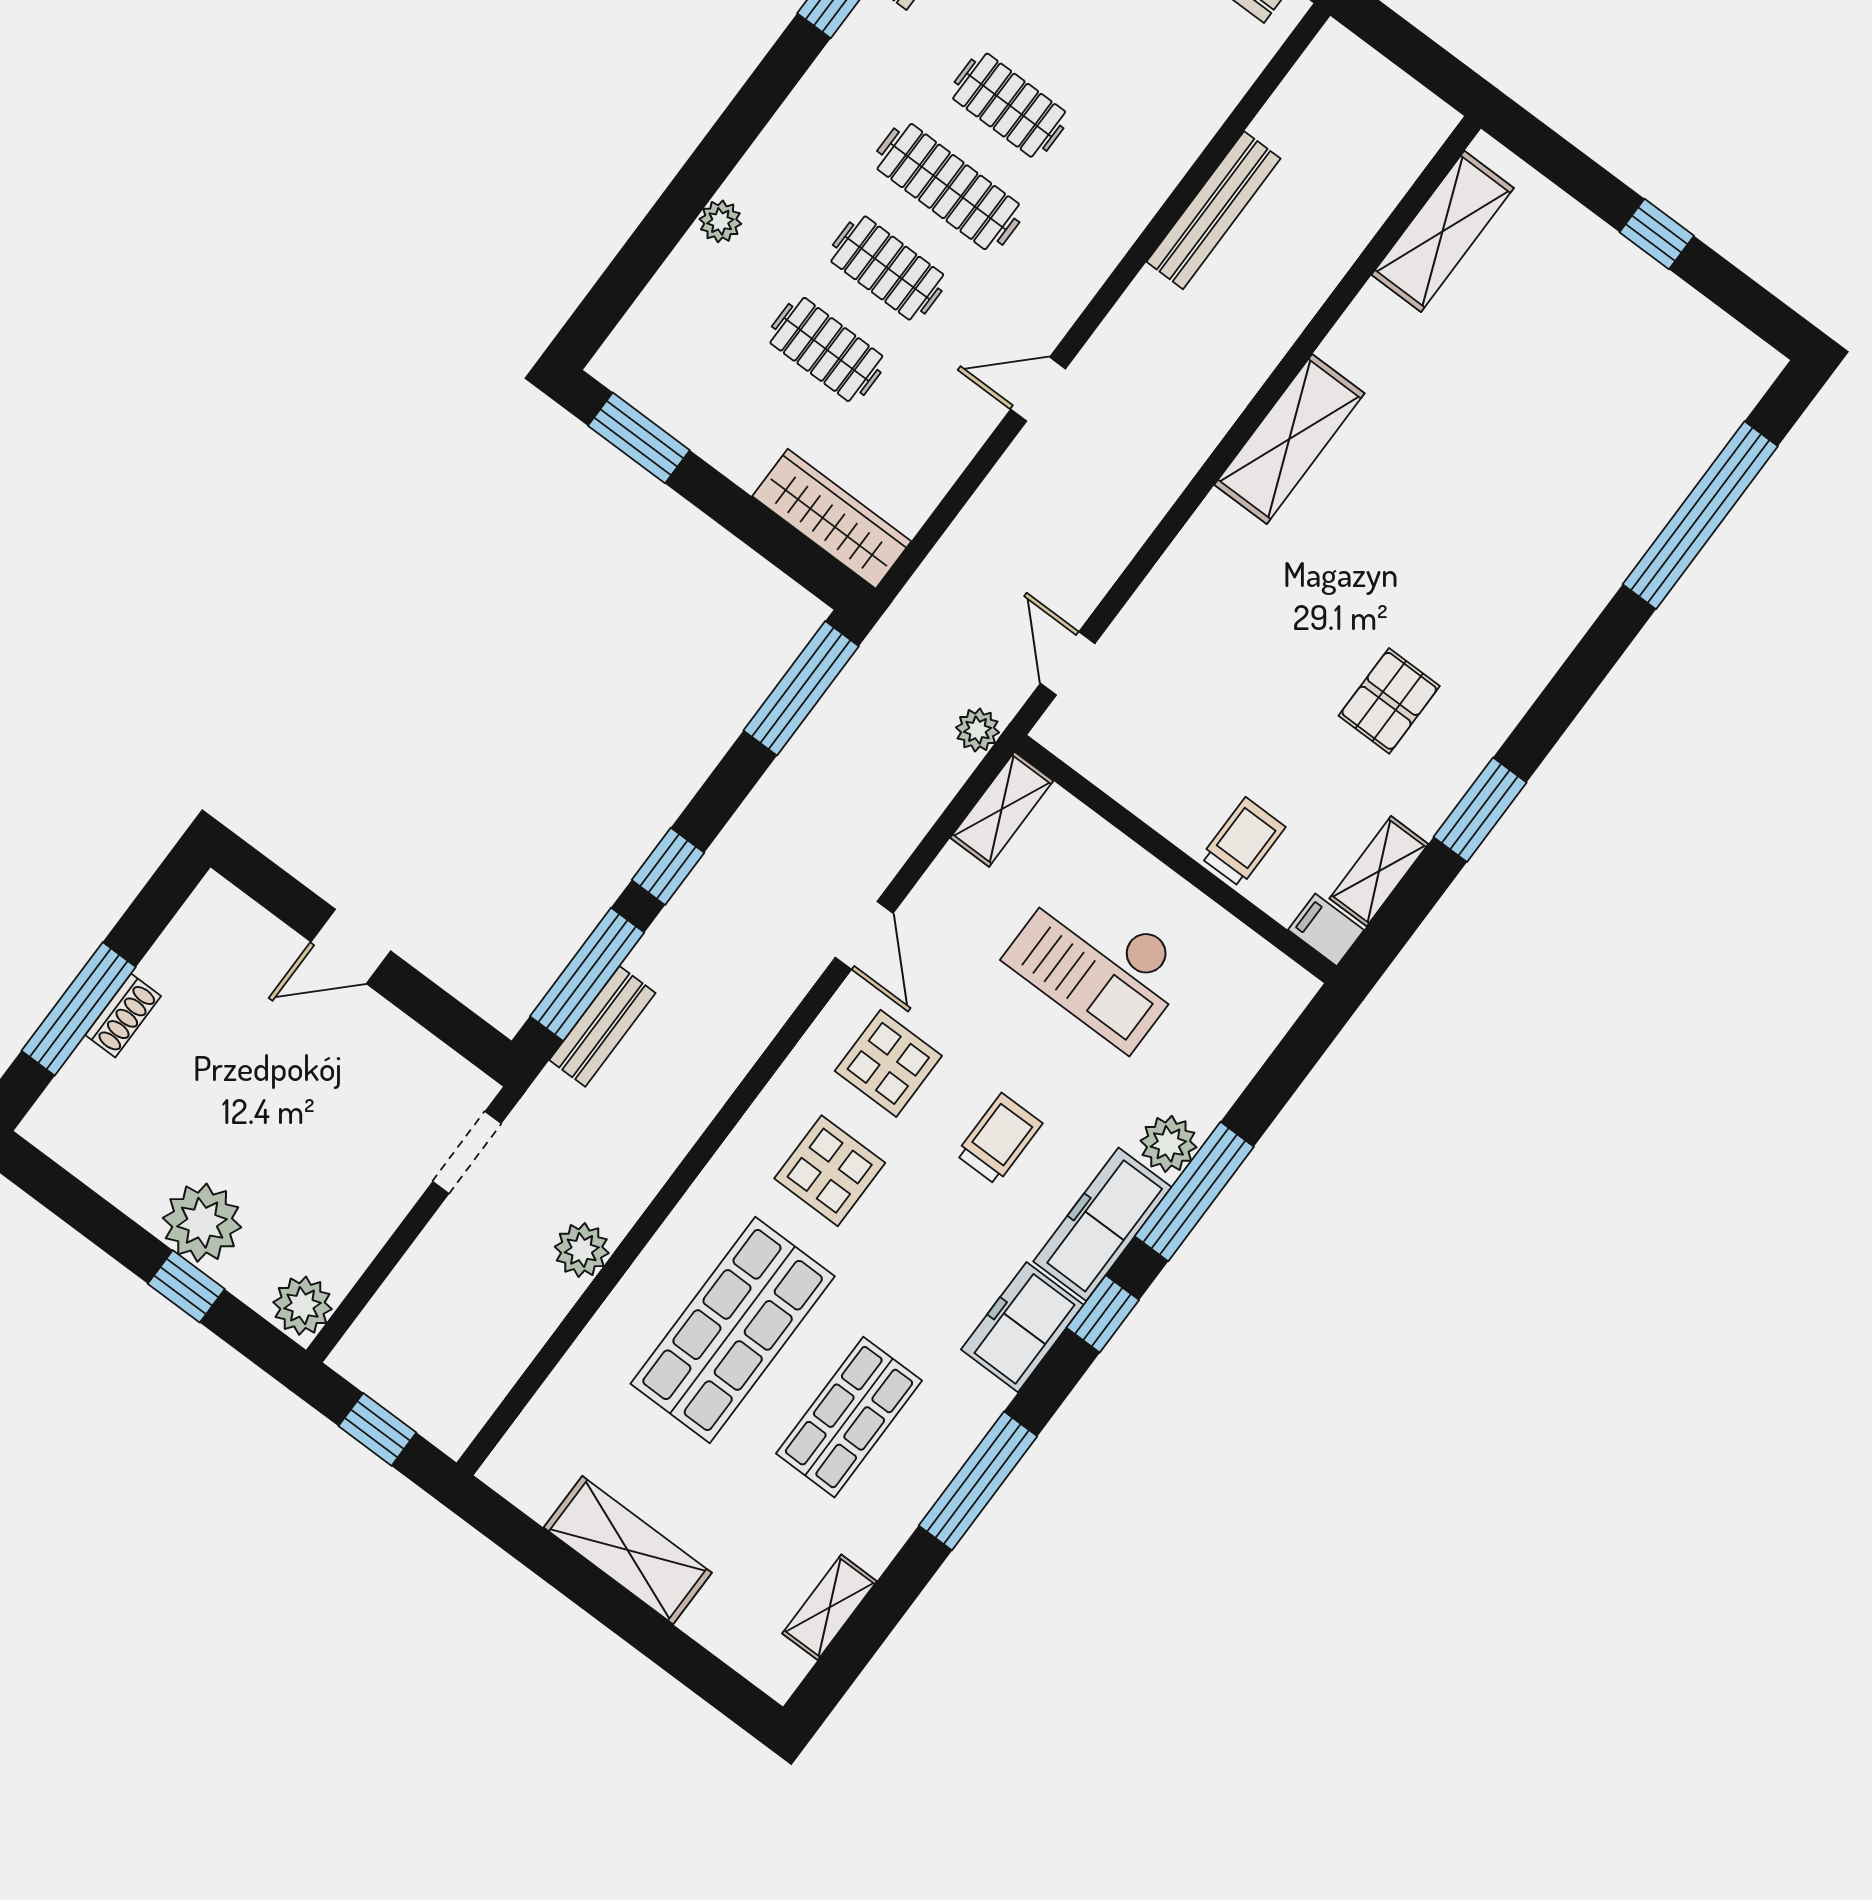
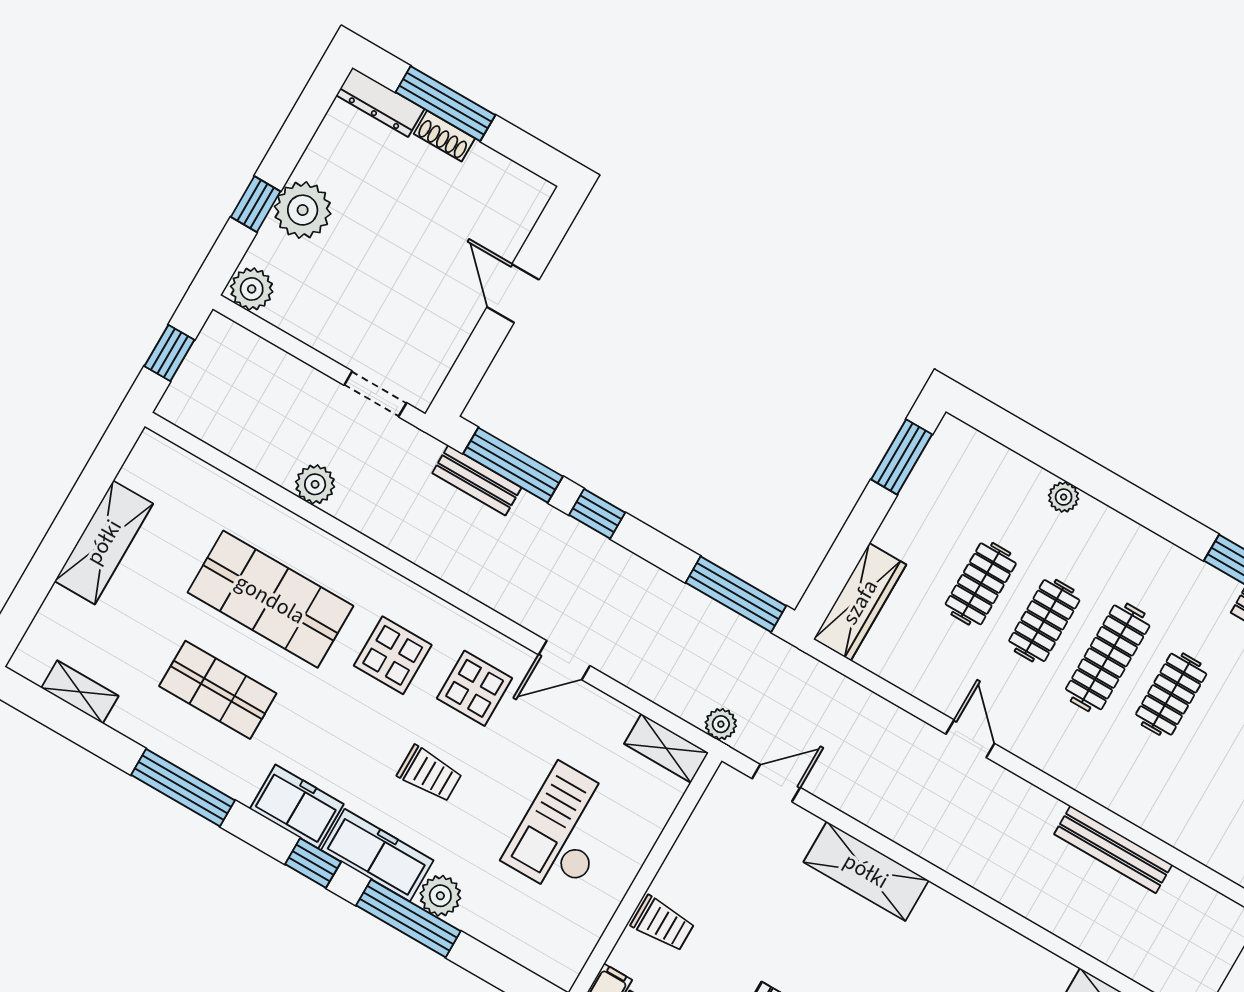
shelving: (1289, 439) -> (866, 871), moved
dresser: (66, 1098) -> (380, 102), added

